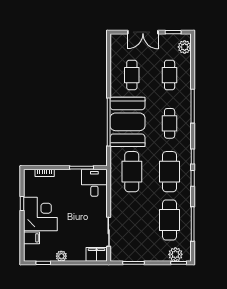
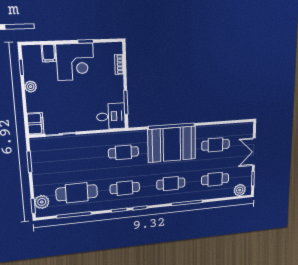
cafe table: (132, 172) -> (123, 152), width x0.73, depth x0.74
cafe table: (170, 172) -> (125, 188), width x0.73, depth x0.74

